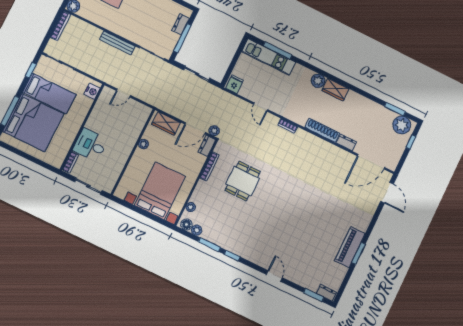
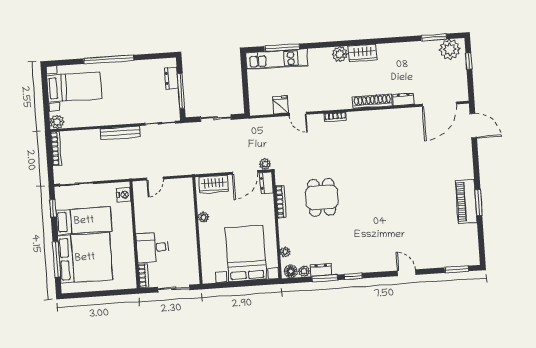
fridge: (234, 84) -> (280, 105), moved
dresser: (326, 293) -> (321, 270), moved

